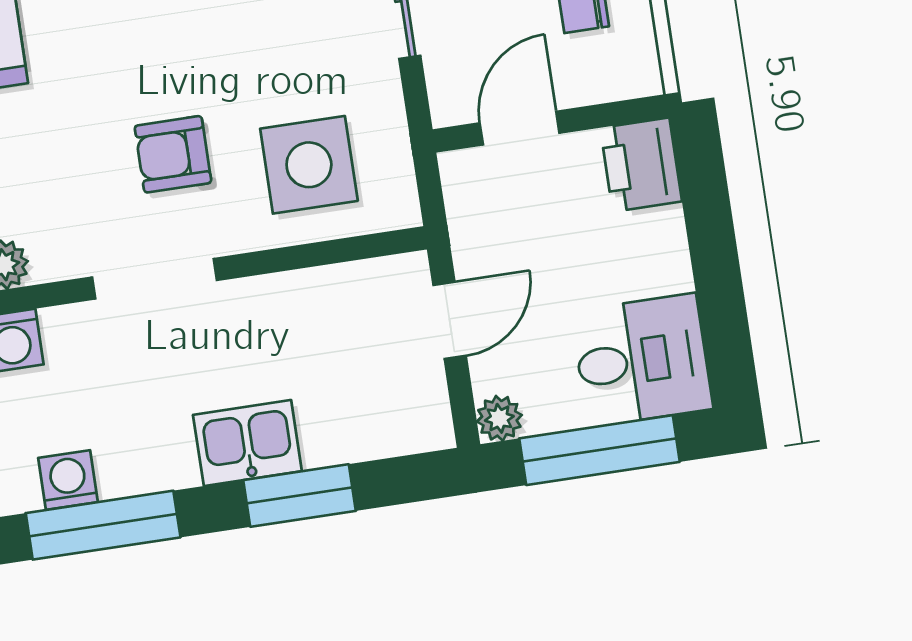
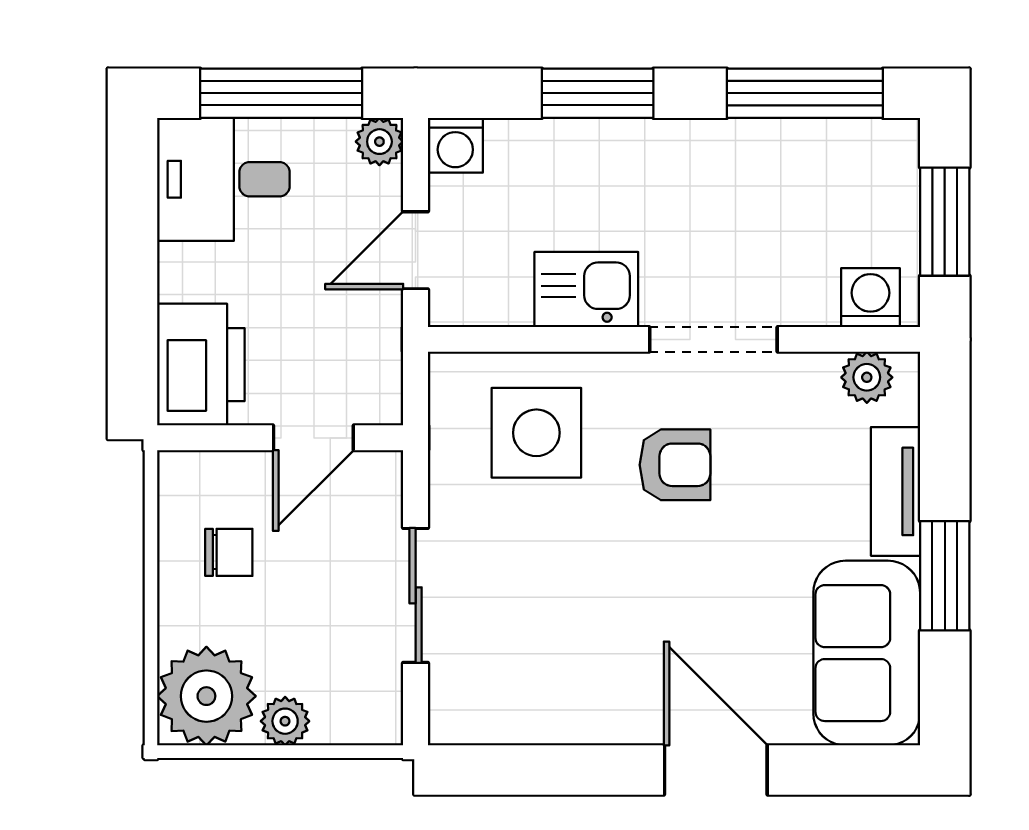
printer: (641, 165) -> (201, 365), width x1.37, depth x1.19
kitchen sink: (247, 443) -> (586, 289), moved, turned 180
washing machine: (68, 480) -> (455, 145), moved

